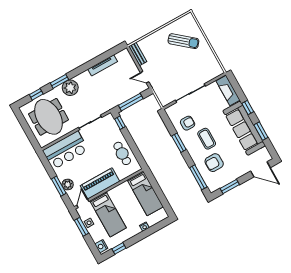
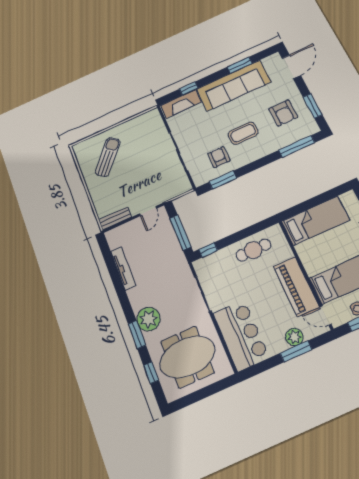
window: (248, 108) -> (189, 88), moved
window: (179, 143) -> (223, 180), moved
armchair: (214, 163) -> (283, 113), moved

